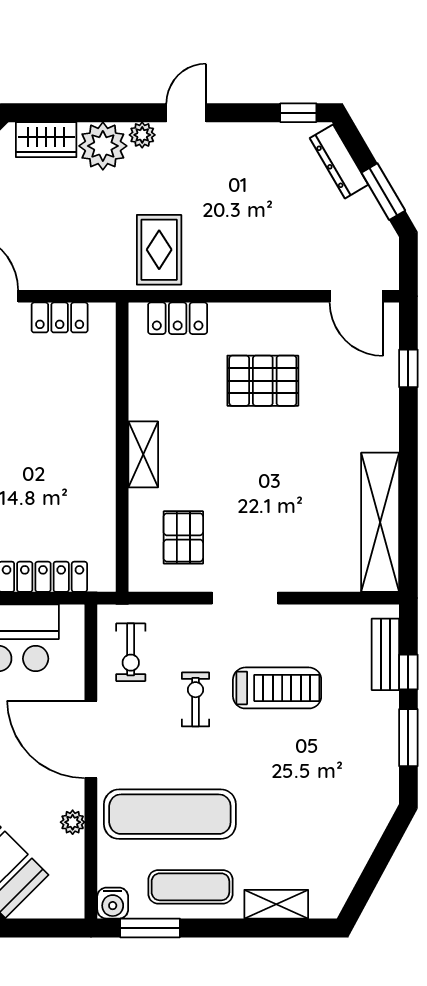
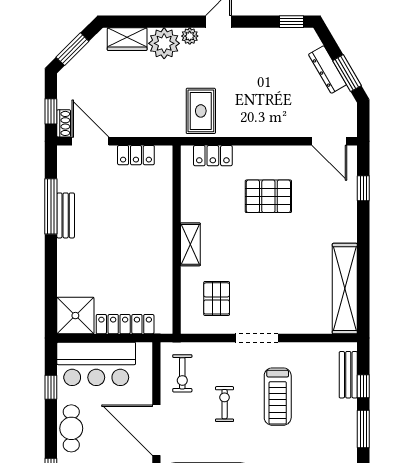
dresser: (339, 161) -> (328, 70), moved
treadmill: (277, 688) -> (278, 397), turned 90

